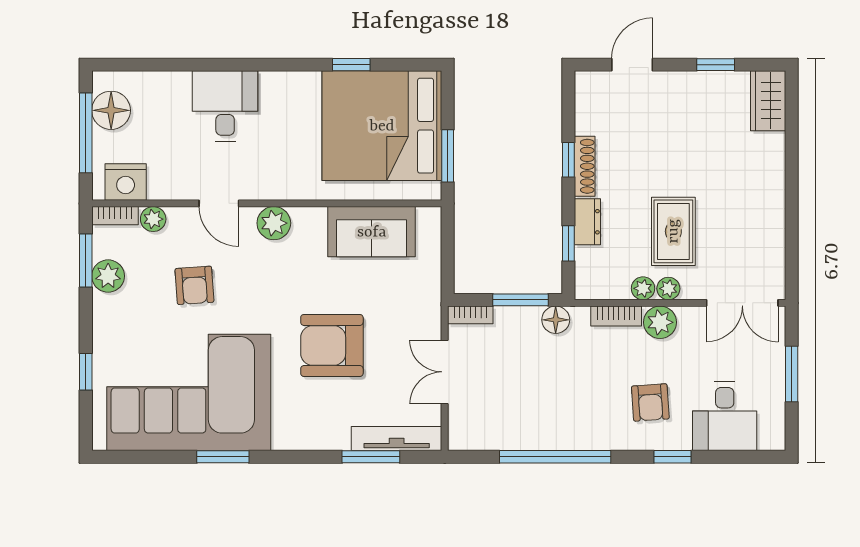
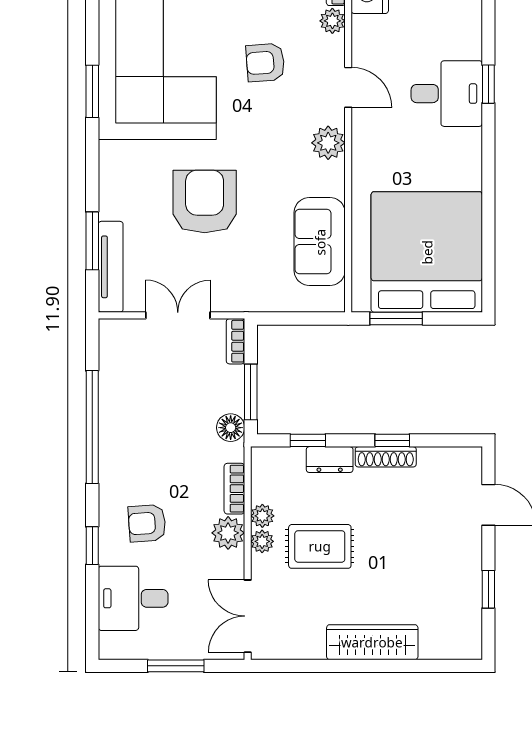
window: (351, 65) -> (488, 84), moved
wardrobe: (768, 101) -> (372, 642), moved, width x1.50
door: (219, 203) -> (348, 87), swing flipped

